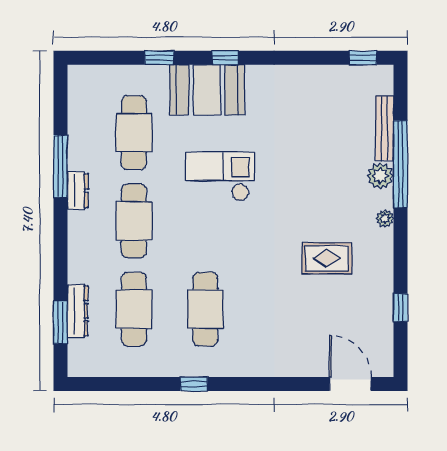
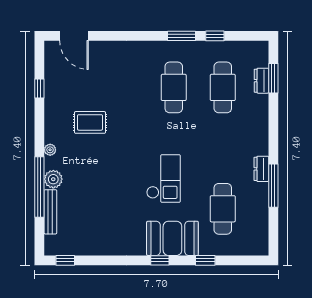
checkout: (220, 177) -> (163, 179), turned -90
cafe table: (134, 221) -> (223, 148), removed
dresser: (78, 311) -> (261, 81), width x0.70
window: (145, 384) -> (215, 36), added
window: (194, 384) -> (182, 36), width x1.50

